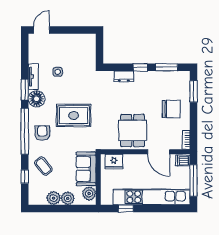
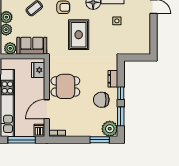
plant: (181, 80) -> (110, 129), added
chair: (171, 109) -> (101, 100), moved, turned 90

